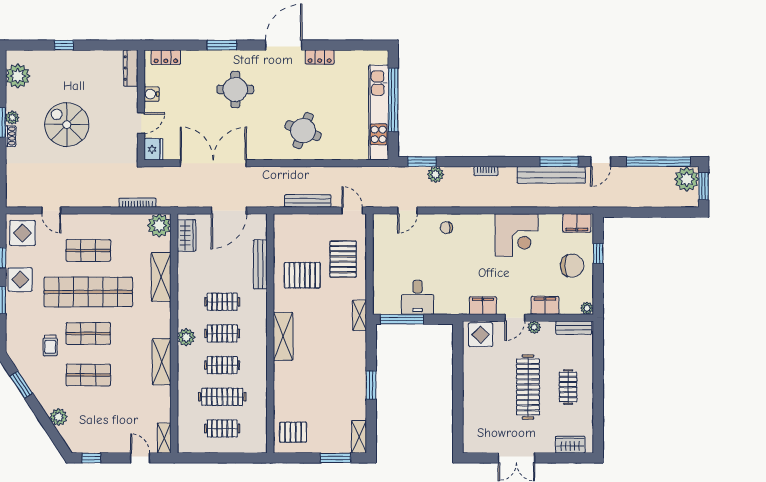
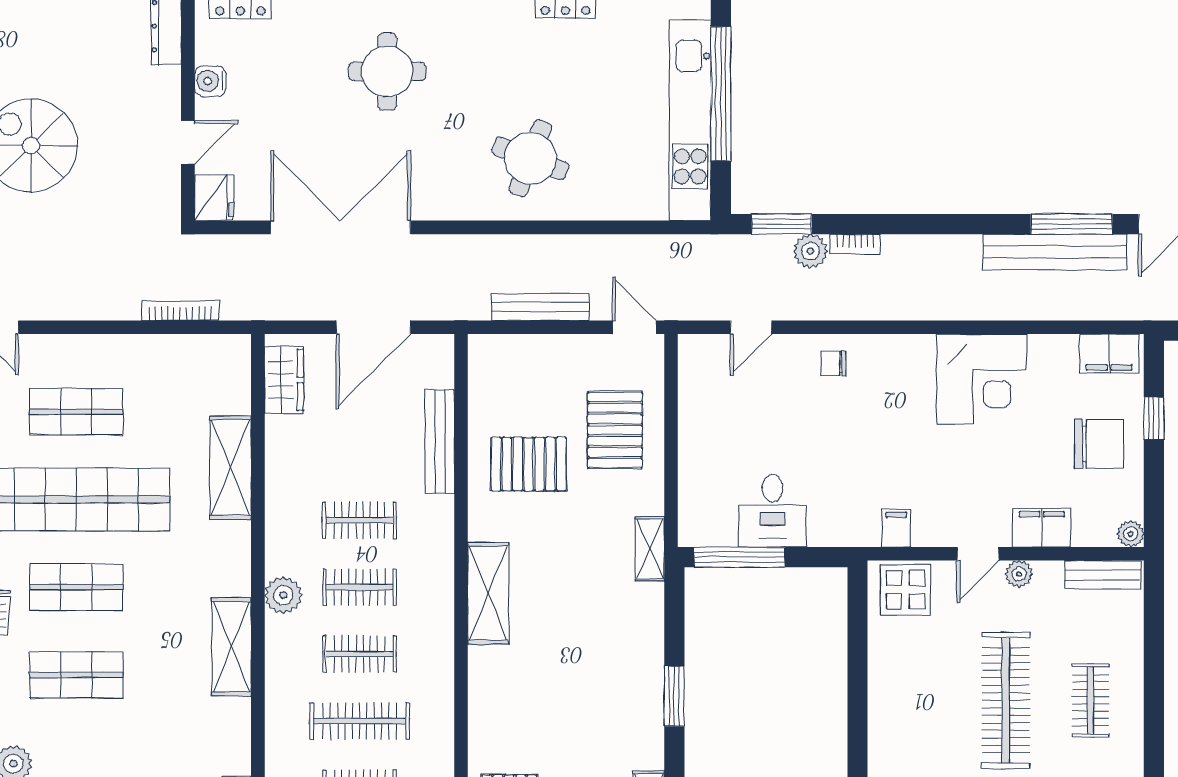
bookcase: (486, 171) -> (855, 244), moved
plant: (159, 225) -> (226, 359), removed
filing cabinet: (483, 306) -> (896, 528), width x0.50

